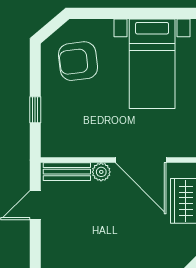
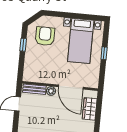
armchair: (78, 61) -> (45, 36), turned 97
window: (35, 110) -> (23, 45), moved

